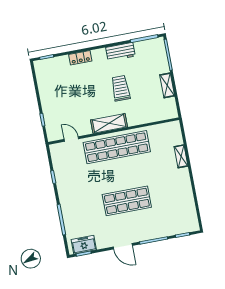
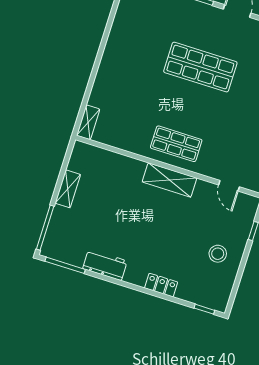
trolley: (121, 88) -> (130, 217), removed
stool: (56, 95) -> (218, 254), added
shop shelf: (117, 147) -> (176, 144), width x0.50, depth x0.74
shelving: (181, 156) -> (88, 122), moved

